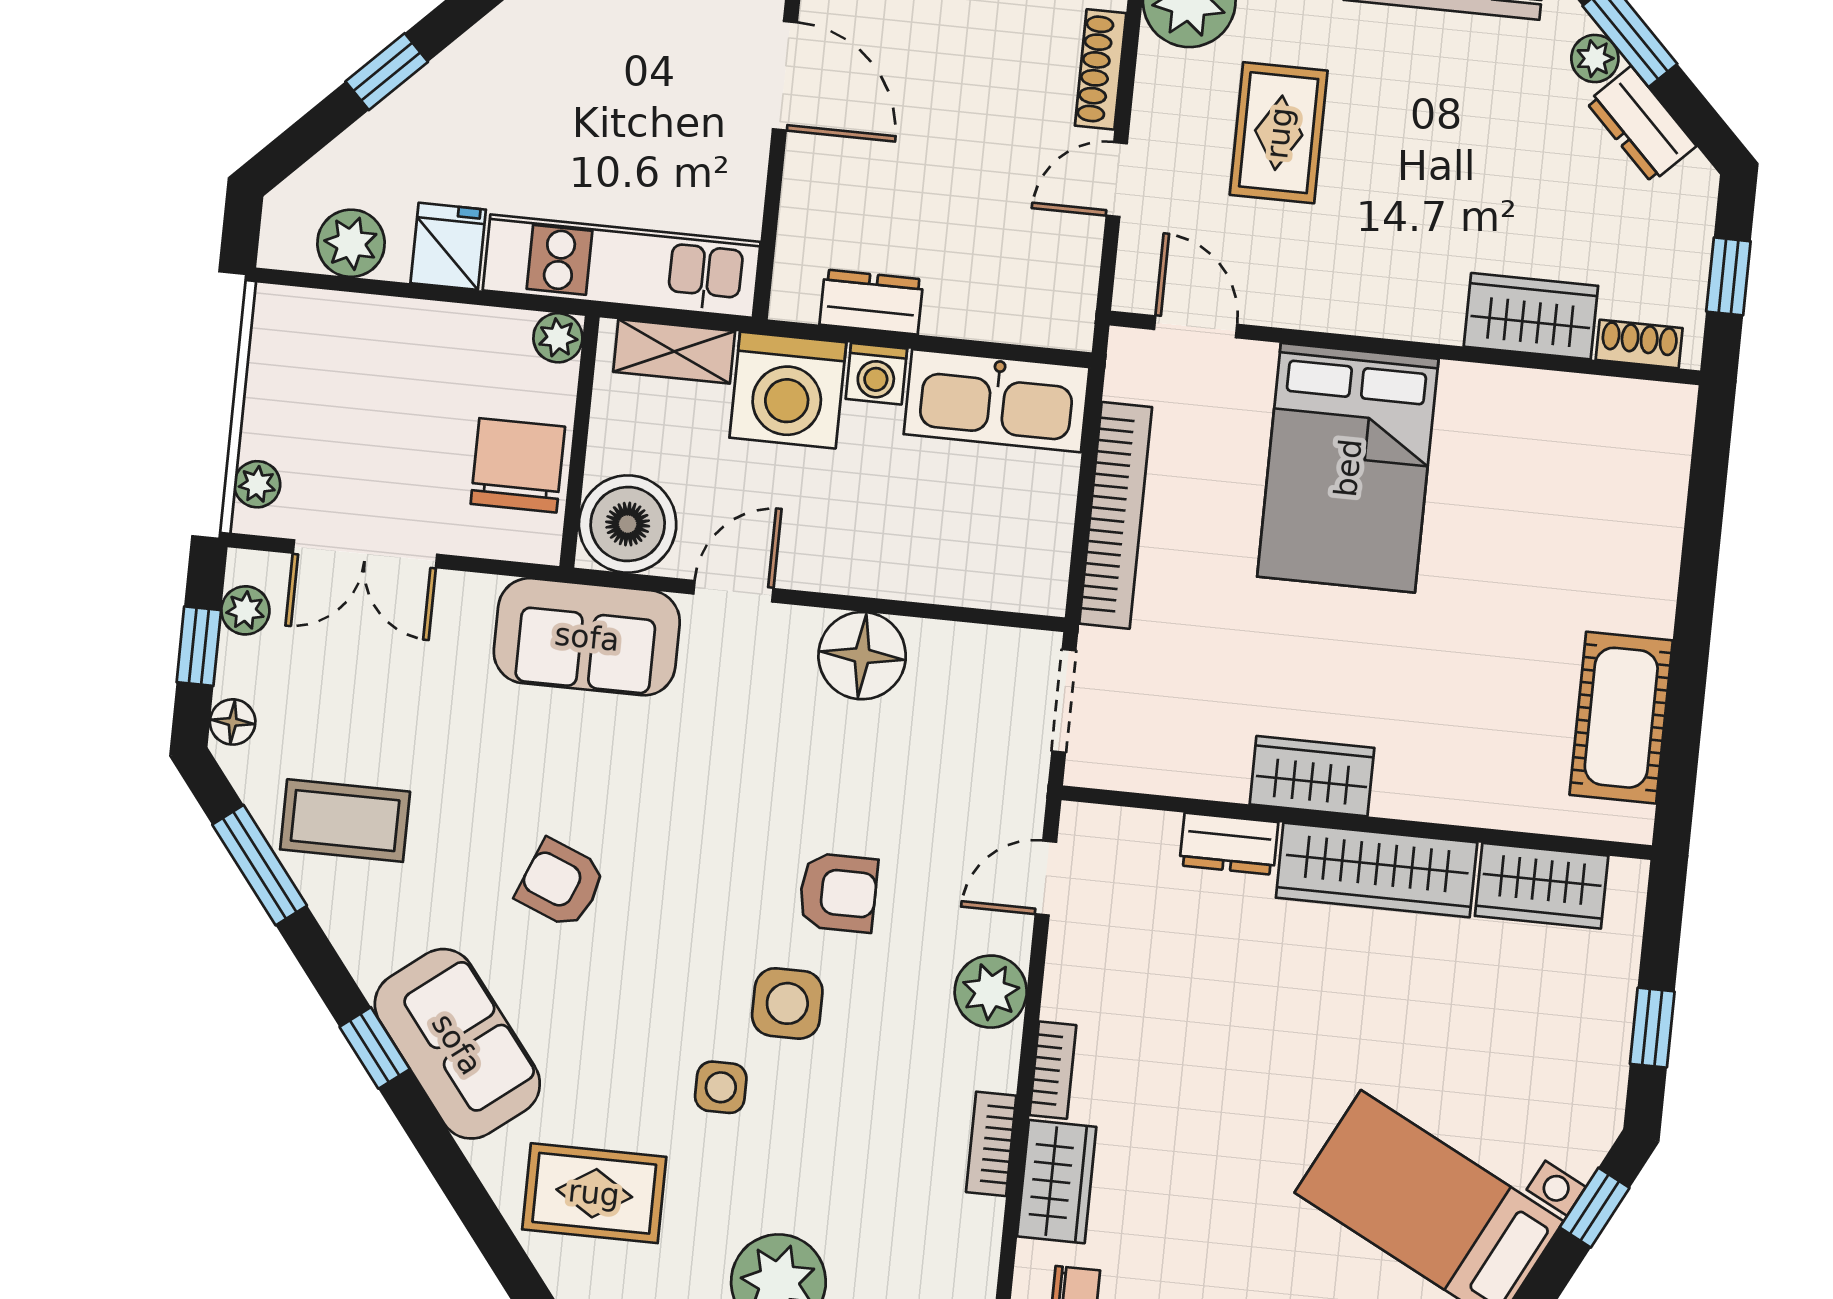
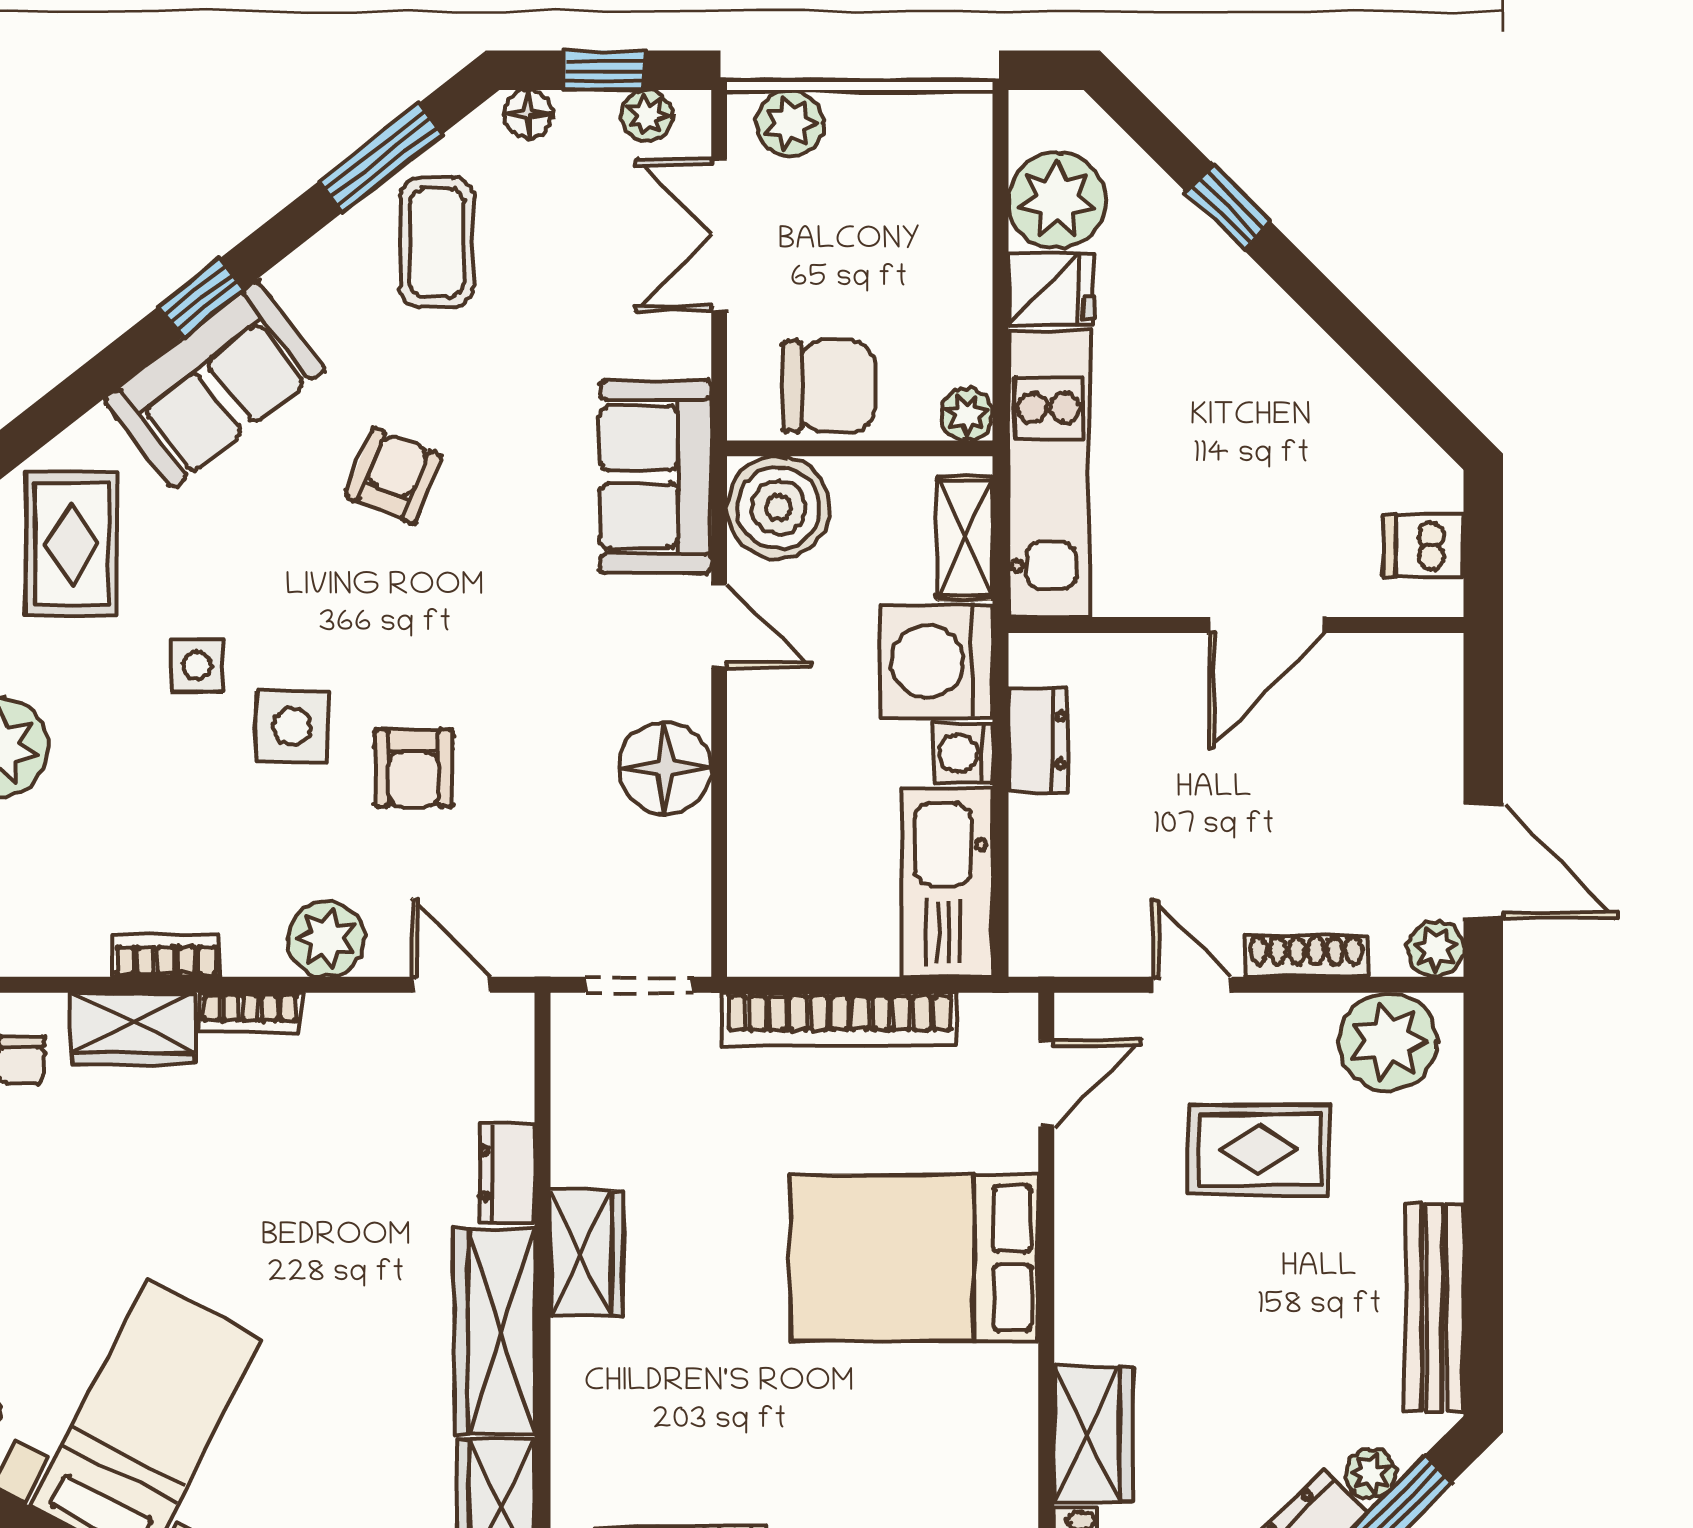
plant: (351, 243) -> (1057, 200), width x1.36, depth x1.36
plant: (257, 484) -> (790, 123), width x1.38, depth x1.38

